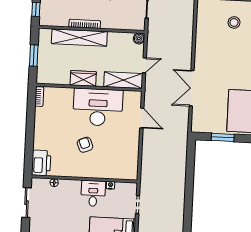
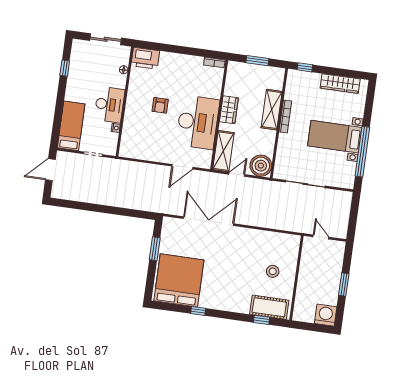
shelving: (79, 38) -> (272, 110), width x0.68
boiler: (139, 39) -> (261, 166), width x1.86, depth x1.86
door: (144, 65) -> (237, 174), swing flipped
double door: (192, 88) -> (209, 221), width x1.36
armchair: (85, 145) -> (160, 105), turned 111
desk: (93, 193) -> (109, 105), width x1.37

